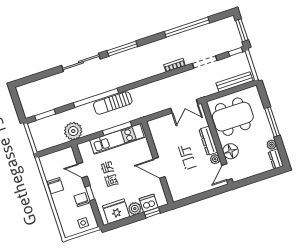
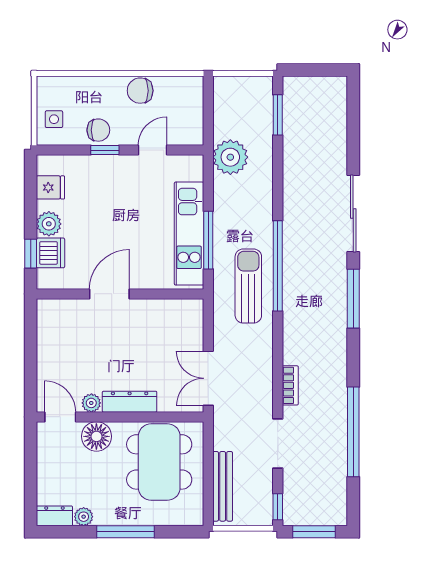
window: (96, 98) -> (278, 266), moved
sun lounger: (113, 103) -> (248, 286), moved
fridge: (116, 211) -> (50, 187), width x0.53, depth x0.75

